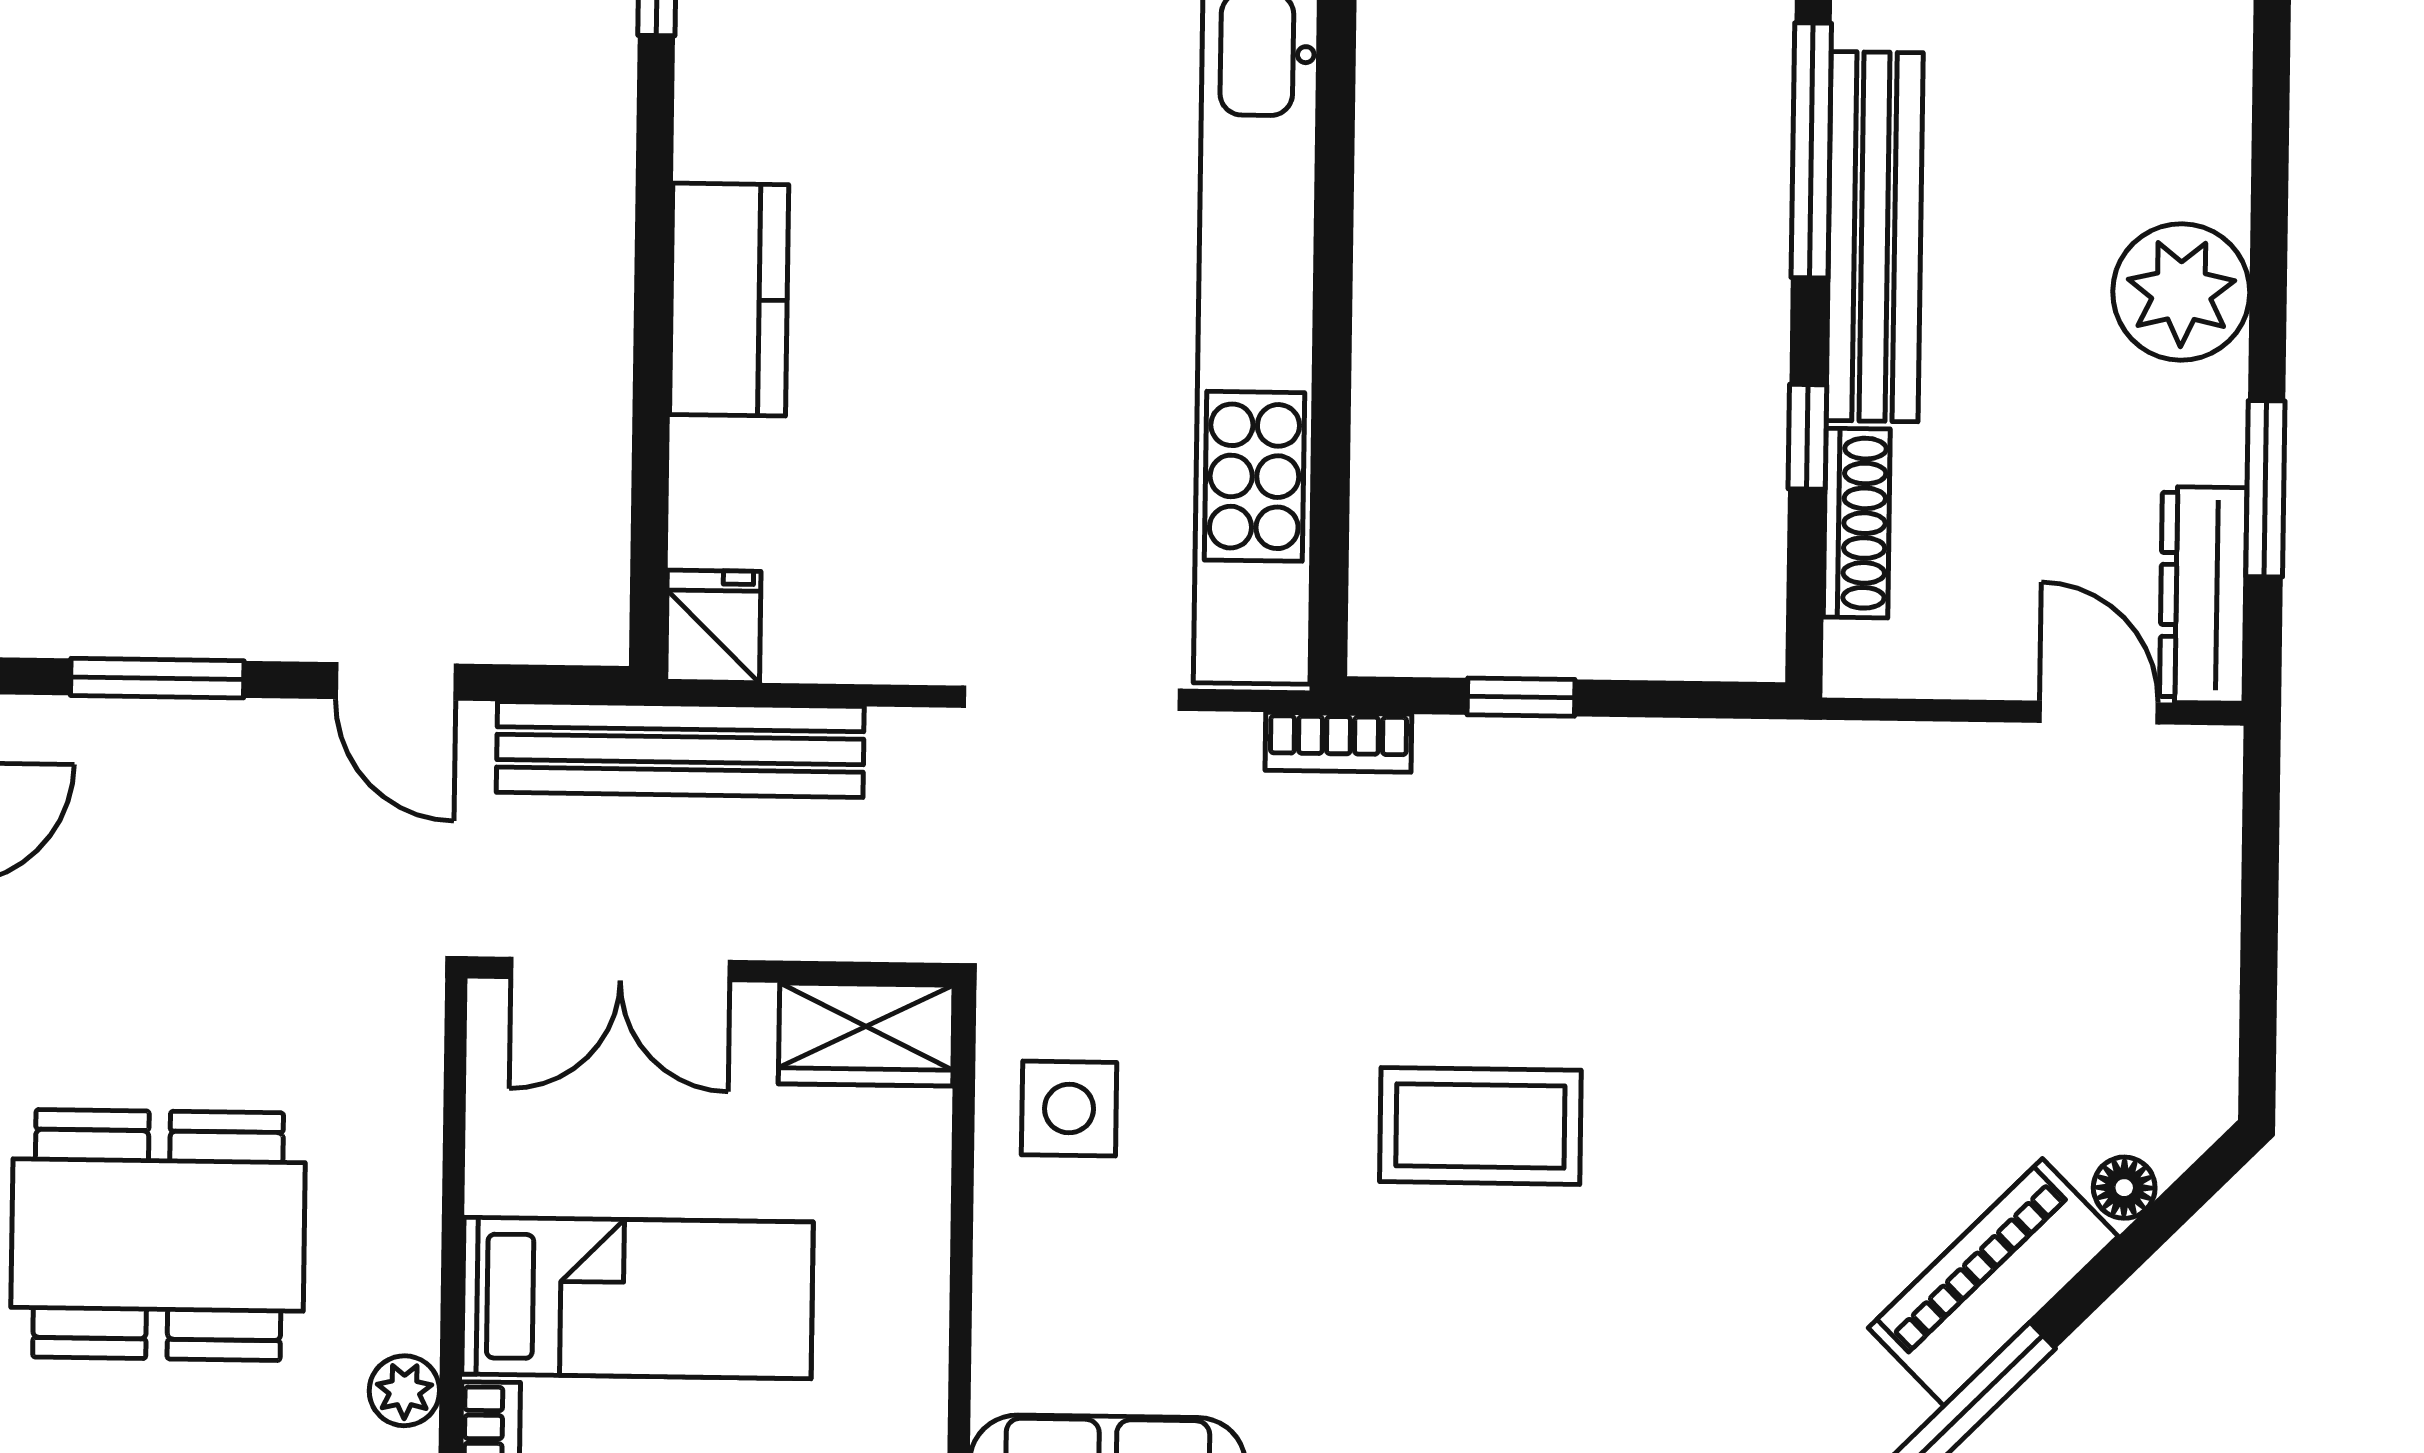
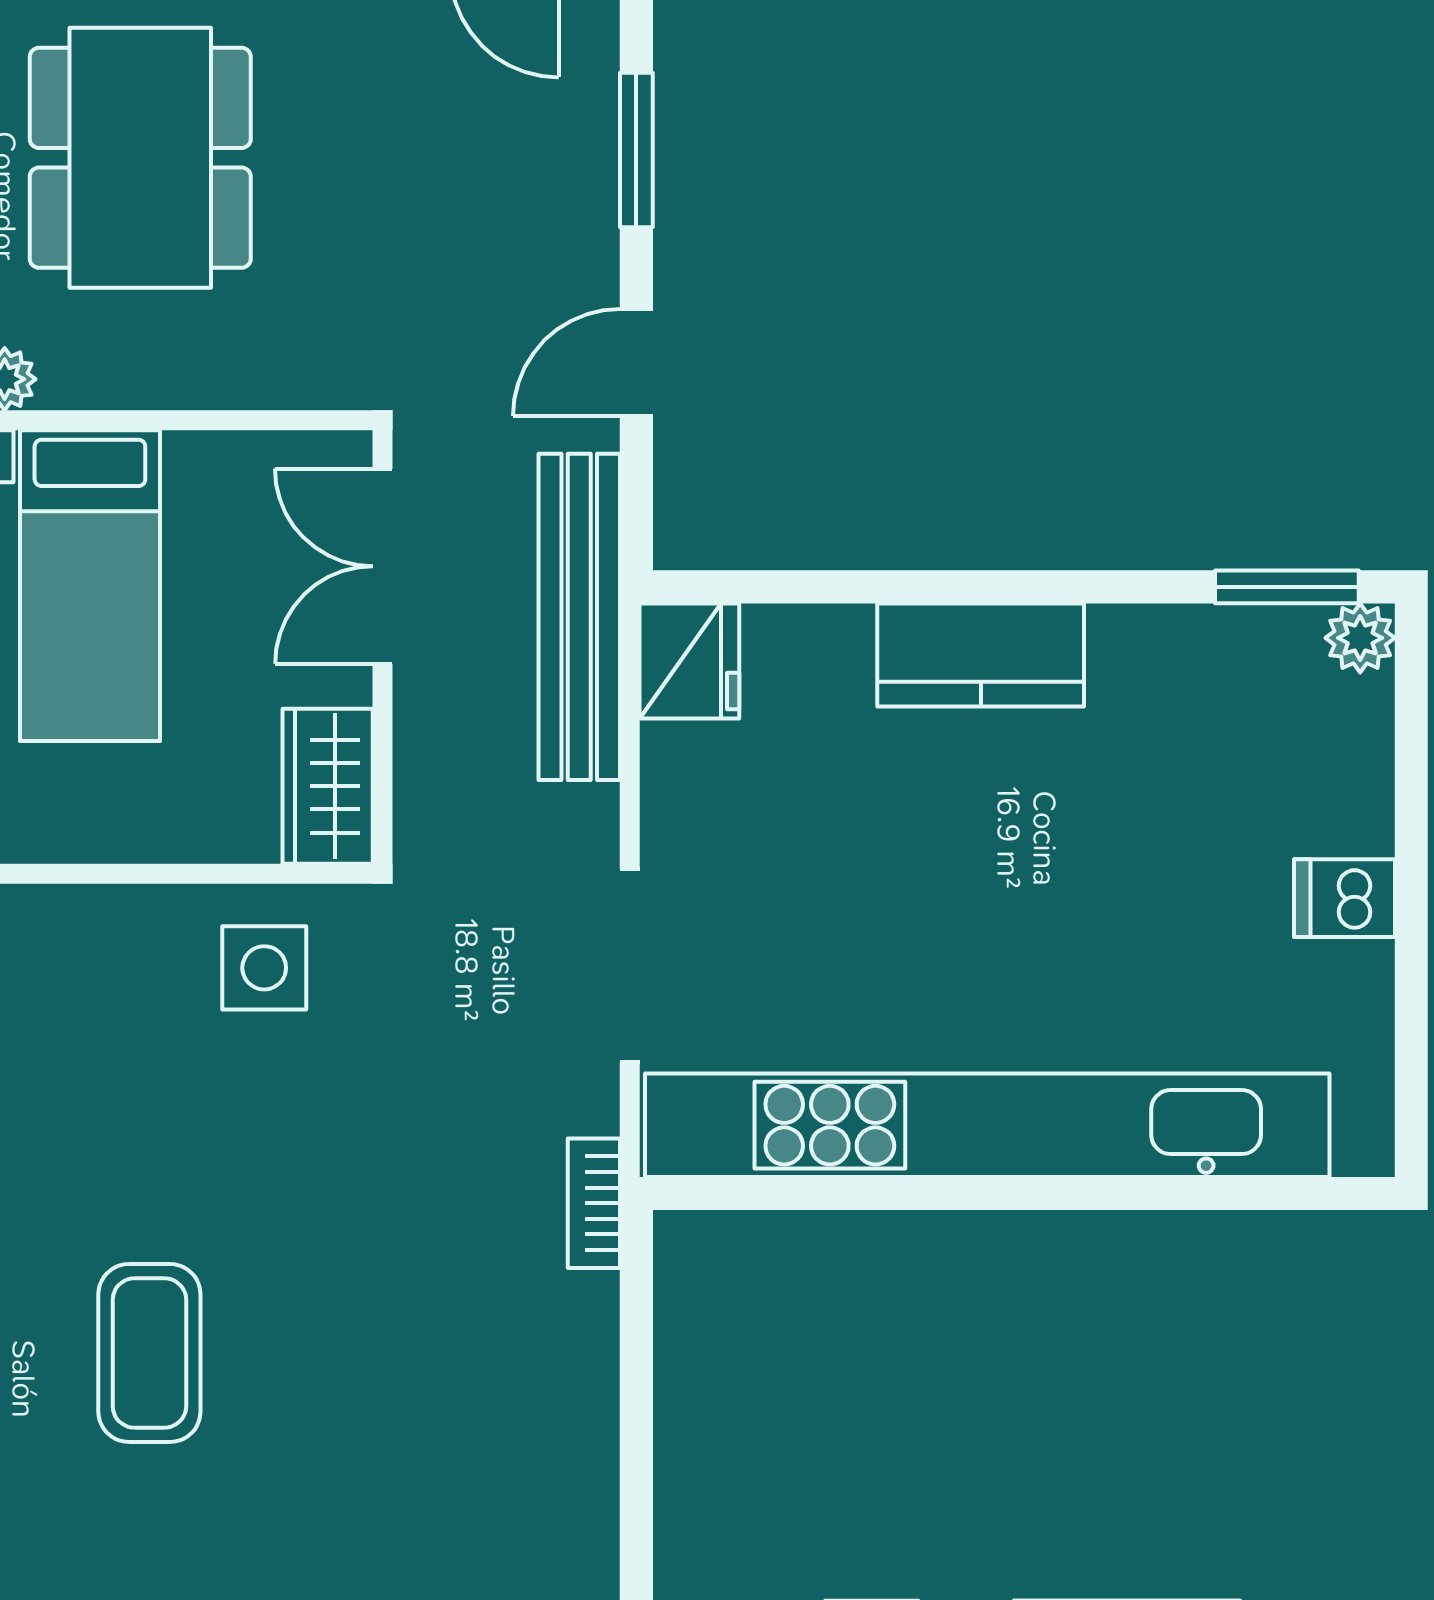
fridge: (713, 626) -> (689, 661), width x1.38
window: (1521, 697) -> (636, 1365), removed
coffee table: (1480, 1126) -> (149, 1353), moved

